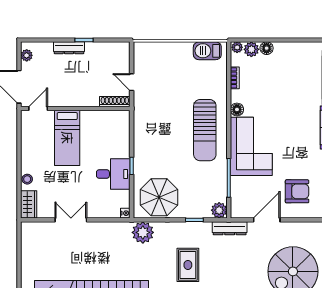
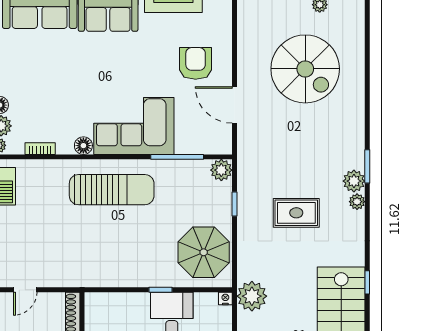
door: (132, 82) -> (25, 290), moved
dresser: (230, 228) -> (246, 156), removed
plant: (143, 232) -> (252, 296), moved

